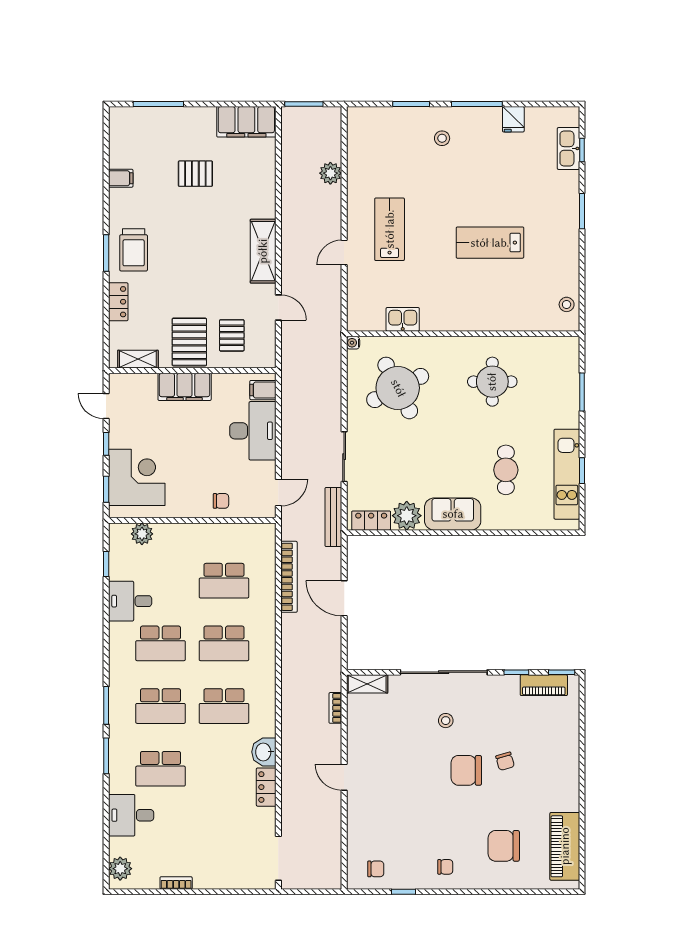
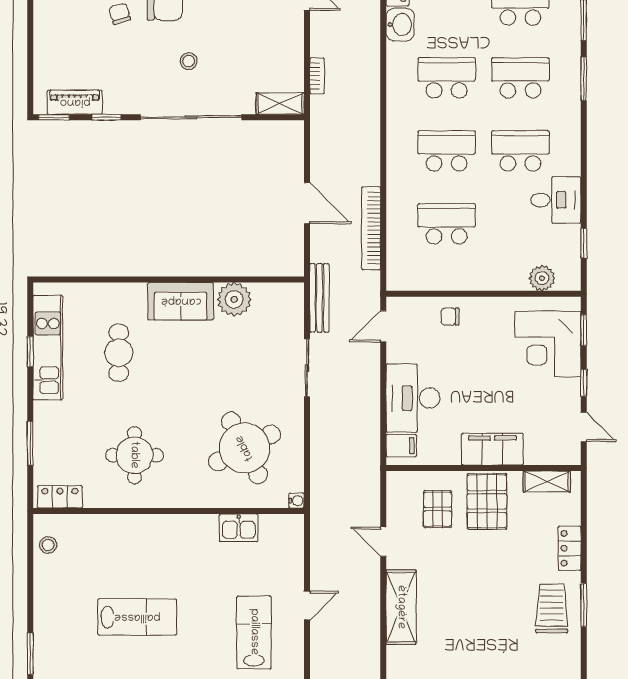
lab bench: (390, 229) -> (254, 632), turned 180
locker: (371, 521) -> (60, 497), moved, turned 180

